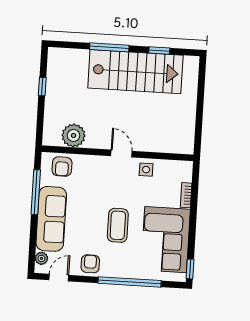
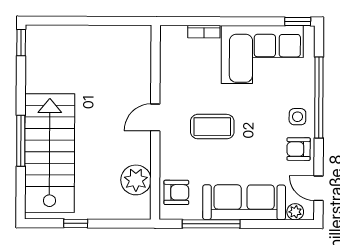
window: (159, 50) -> (21, 43), moved
stairs: (135, 72) -> (50, 153), moved
side table: (146, 170) -> (297, 117), moved
coffee table: (118, 225) -> (212, 127), moved

